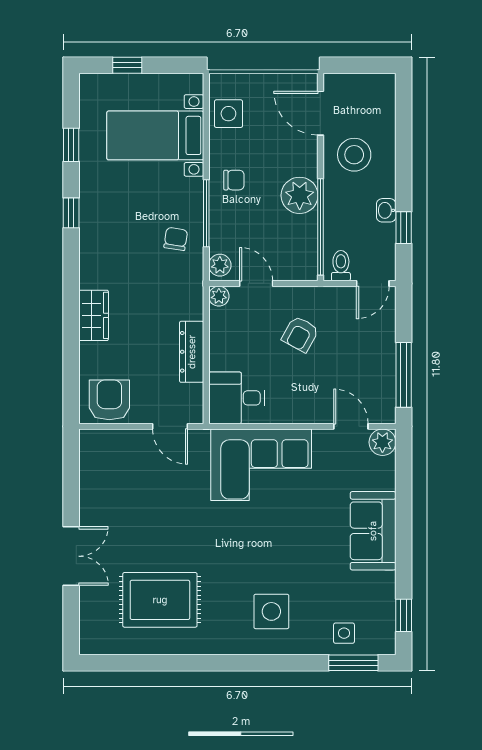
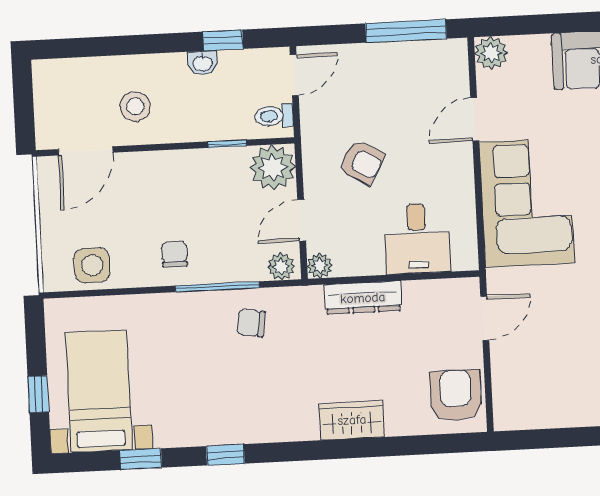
bed with nightstands: (155, 135) -> (99, 391), moved, turned 180
stool: (354, 155) -> (135, 106), width x0.73, depth x0.73
plant: (300, 195) -> (273, 167), moved
window: (320, 227) -> (227, 144), width x0.32
door: (373, 283) -> (294, 75), hinge flipped
dresser: (192, 352) -> (363, 298), moved
desk: (237, 398) -> (417, 239), moved
armchair: (109, 400) -> (456, 395), turned 90
door: (351, 426) -> (475, 119), moved

